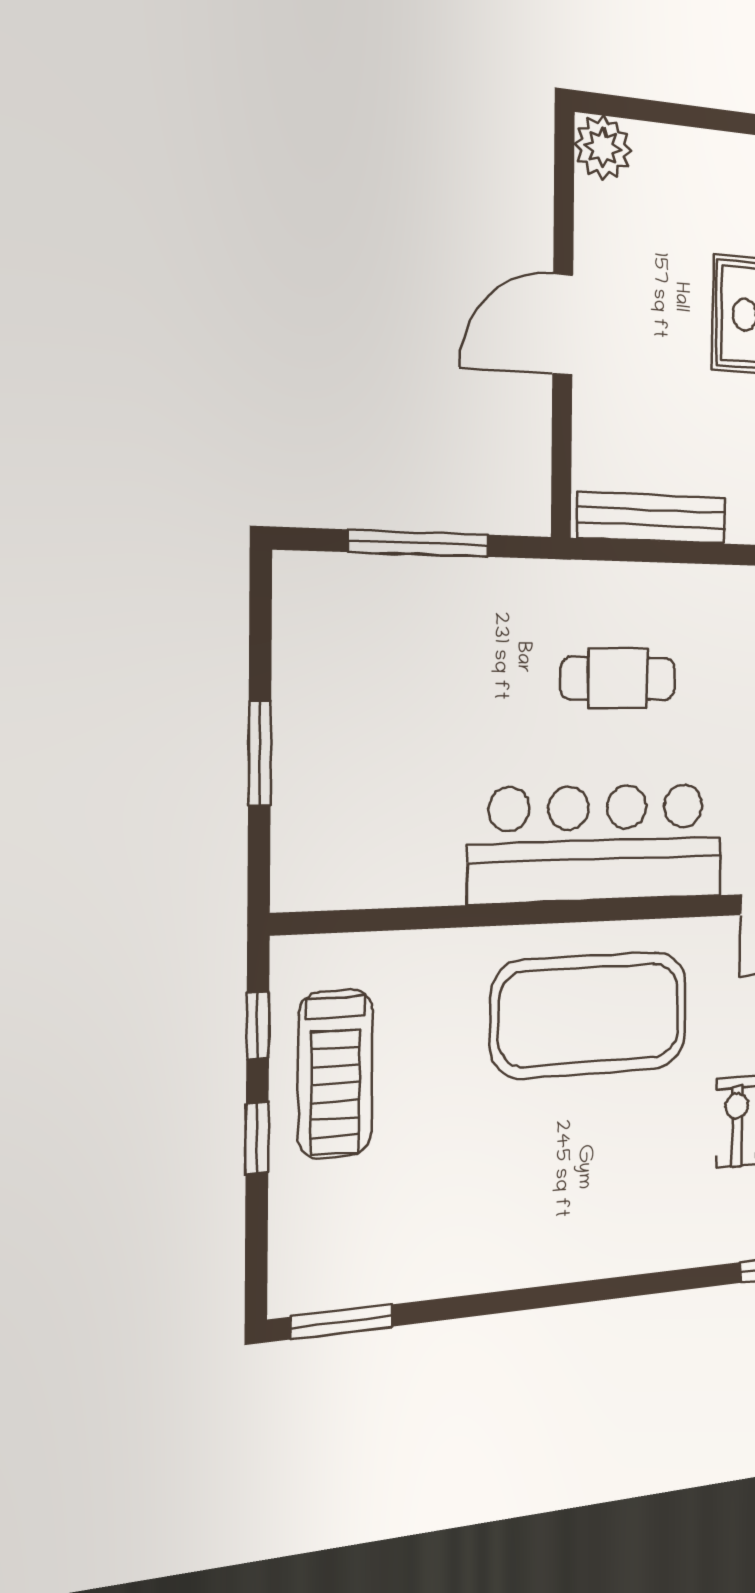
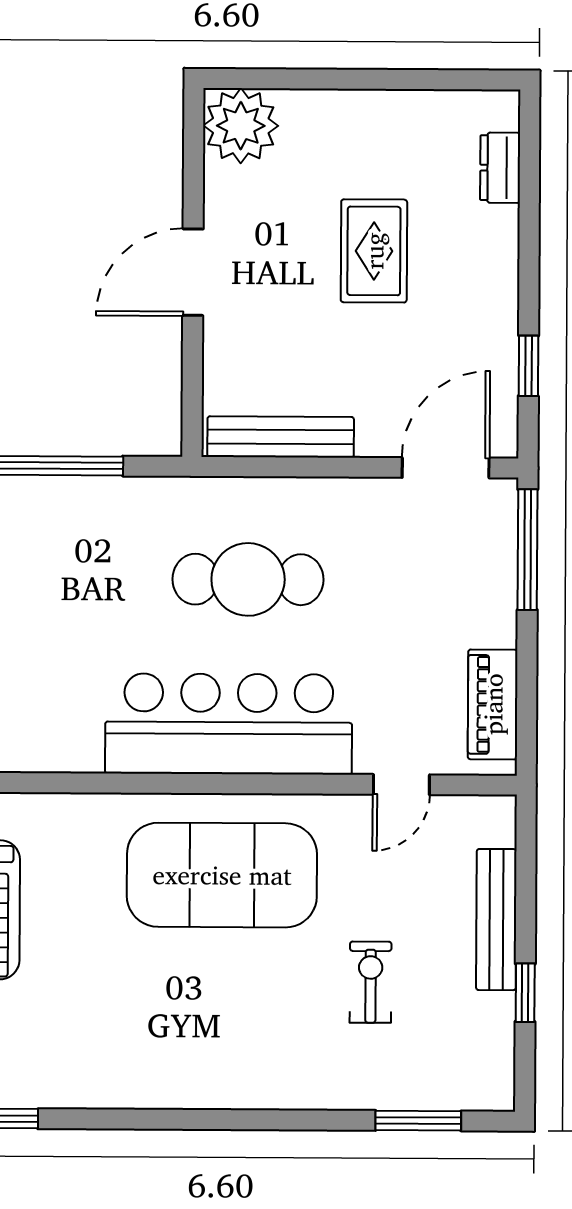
plant: (603, 147) -> (241, 126), width x1.36, depth x1.36
cafe table: (618, 678) -> (248, 579), width x1.37, depth x1.35

